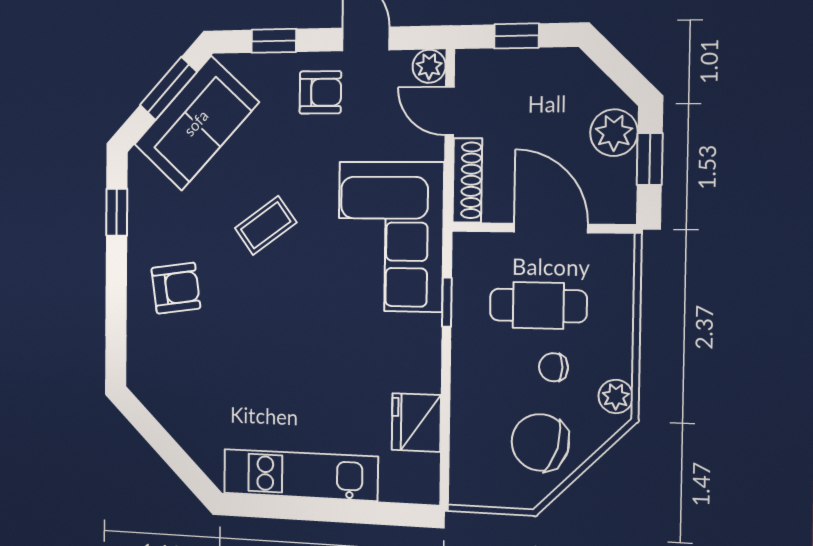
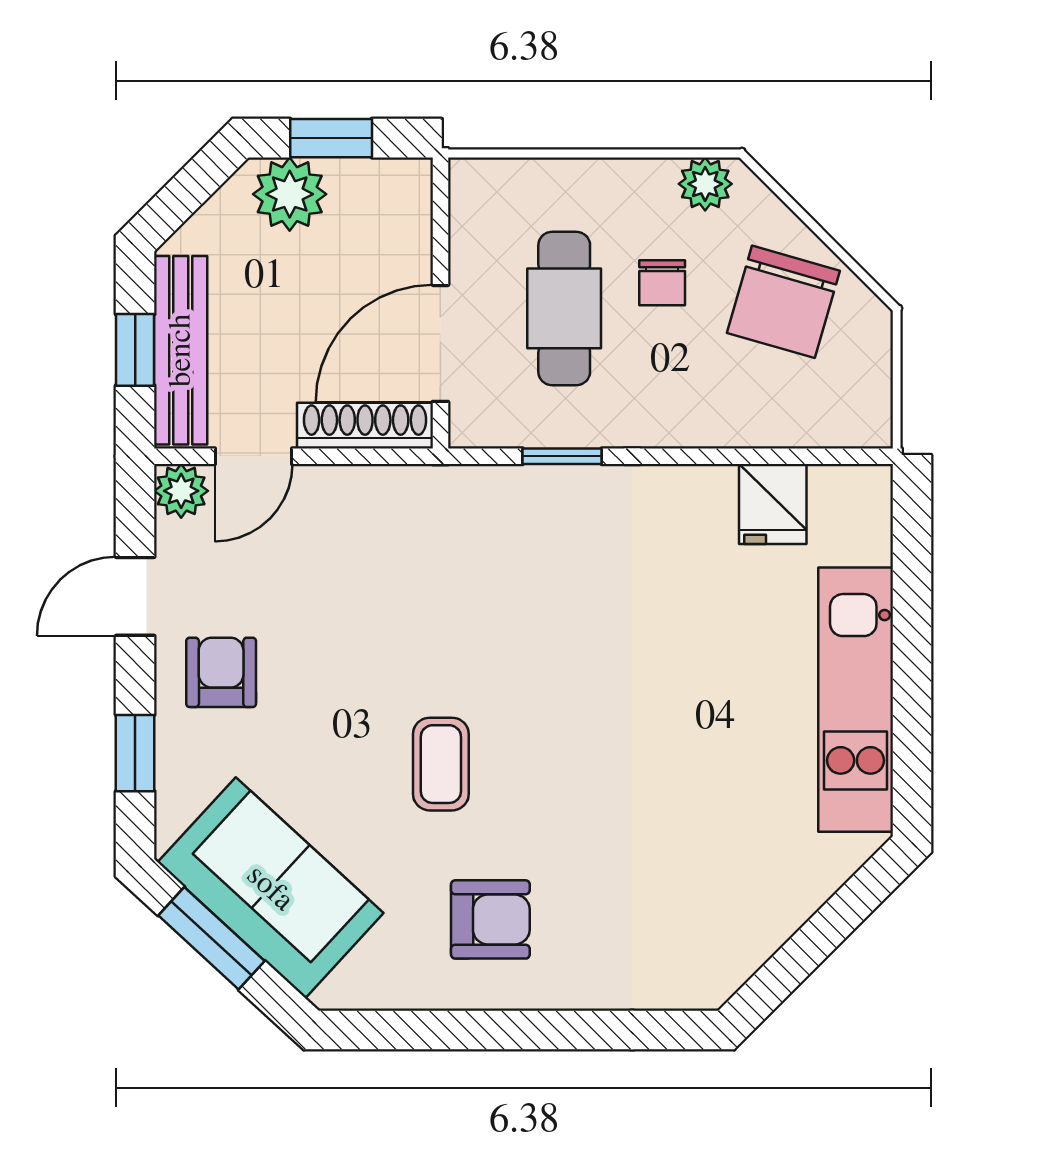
bench: (516, 65) -> (181, 350), added
window: (117, 212) -> (421, 1030), removed
coffee table: (266, 225) -> (441, 764), turned 36
door: (551, 228) -> (440, 343), moved
corner sofa: (391, 237) -> (457, 551), removed
armchair: (176, 288) -> (490, 919), moved, turned 98
fridge: (416, 422) -> (773, 504), width x0.72

